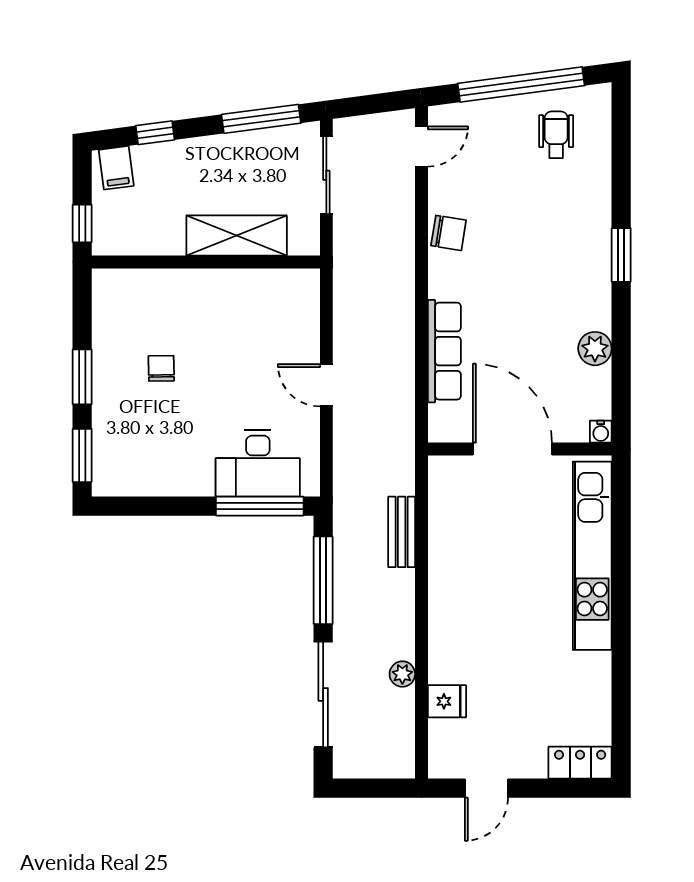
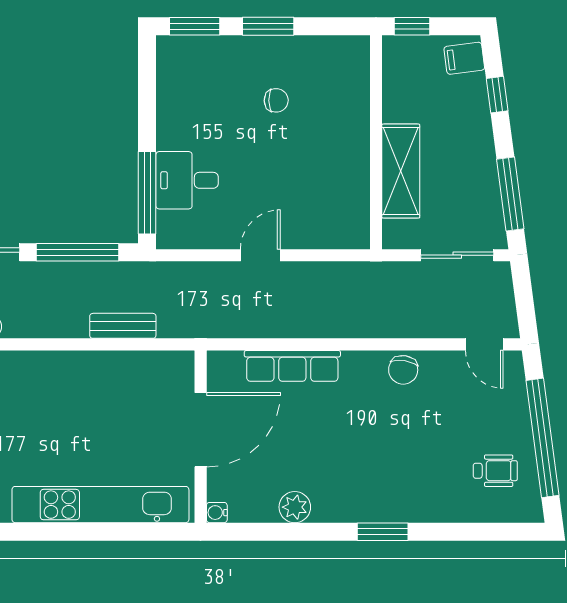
desk: (258, 463) -> (187, 180), width x0.73

